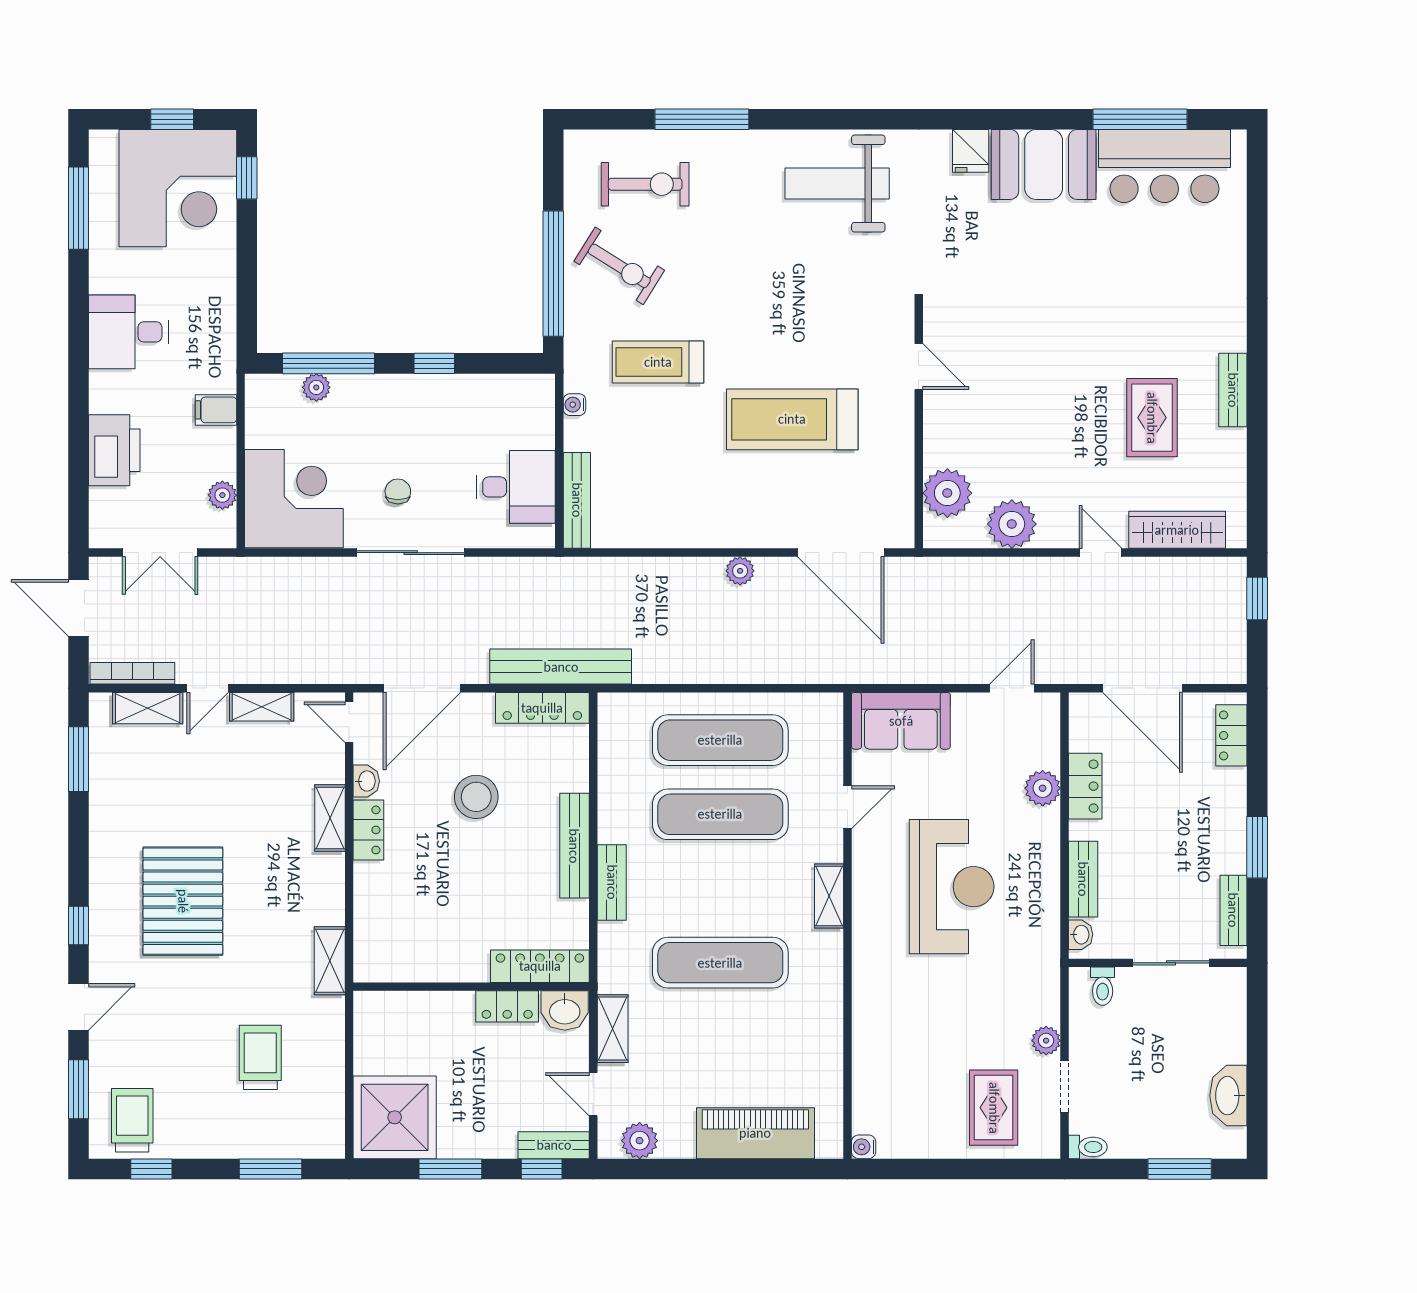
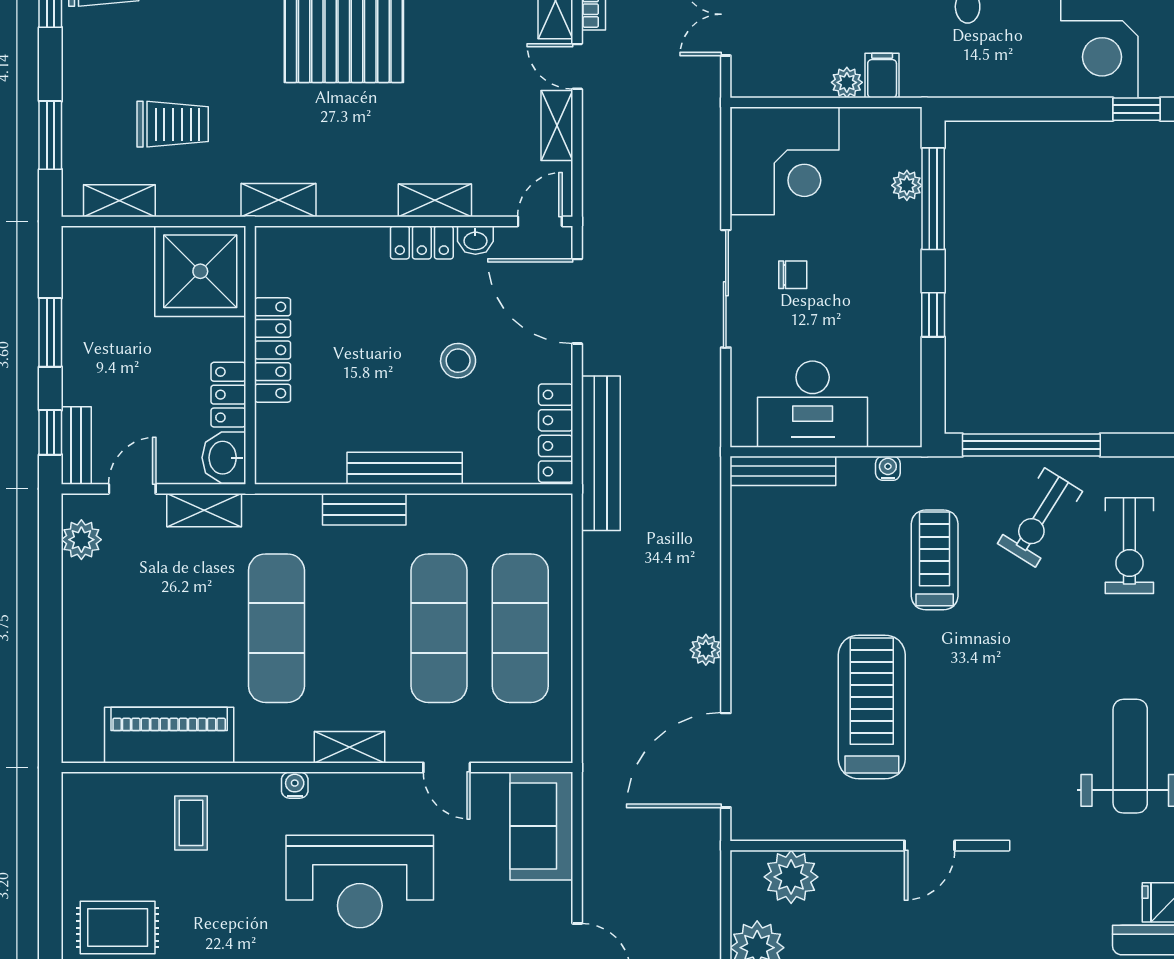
desk: (516, 487) -> (813, 404), width x1.37
plant: (222, 495) -> (847, 82), moved
stool: (476, 797) -> (458, 361), width x0.73, depth x0.73
locker: (540, 966) -> (273, 350), moved
coffee table: (898, 1041) -> (191, 823), added
shelving: (330, 1106) -> (119, 201), added
shower: (395, 1117) -> (200, 271), moved
piano: (755, 1133) -> (169, 735), moved, turned -90
water cooler: (864, 1147) -> (295, 785), moved

